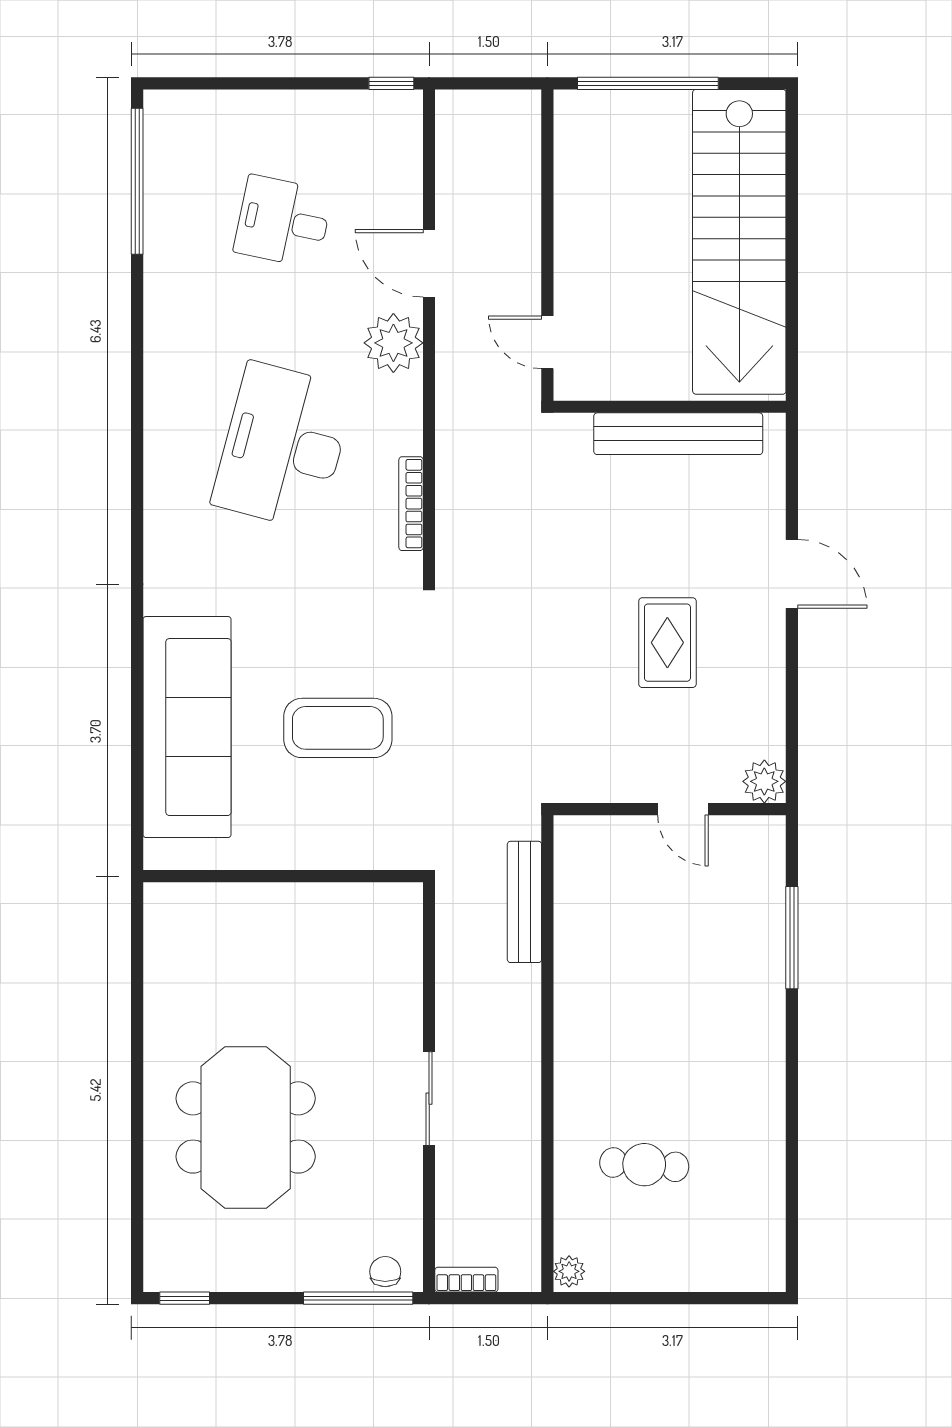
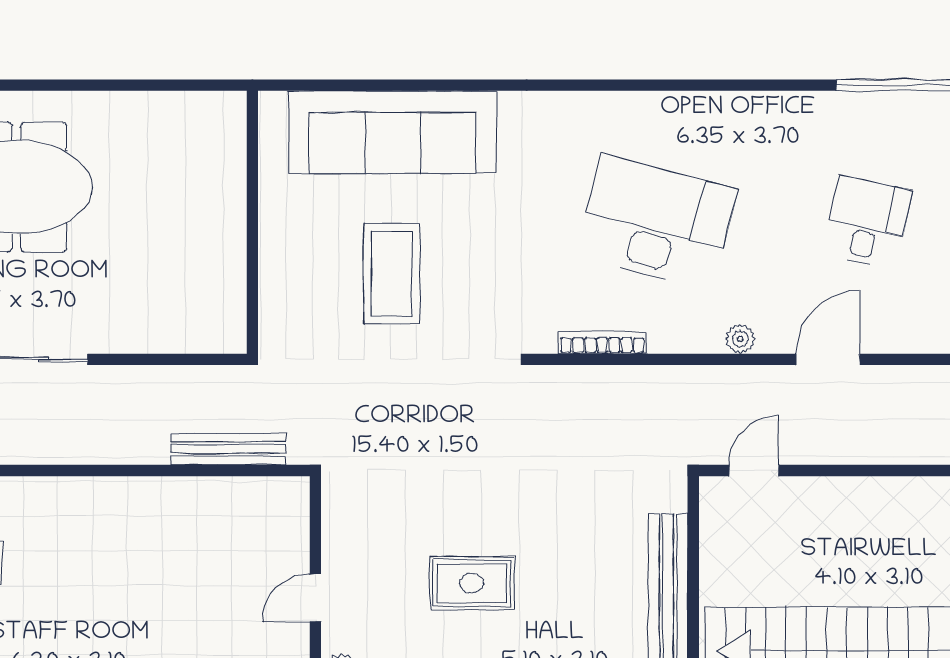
plant: (393, 343) -> (740, 339), width x0.53, depth x0.53

